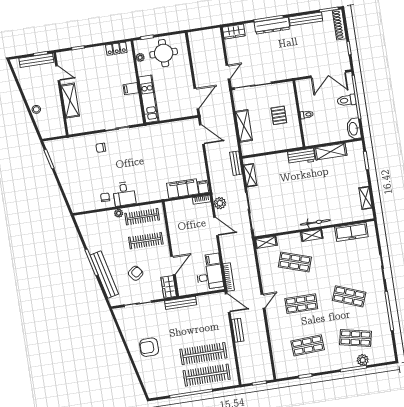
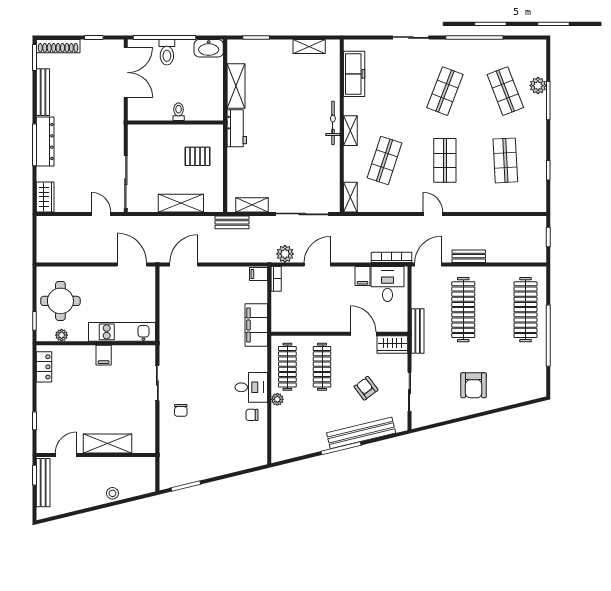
pallet: (279, 115) -> (198, 156), moved
filing cabinet: (183, 189) -> (256, 325), moved
shop shelf: (355, 338) -> (505, 91), turned -33
clothes rail: (203, 354) -> (463, 310), moved

